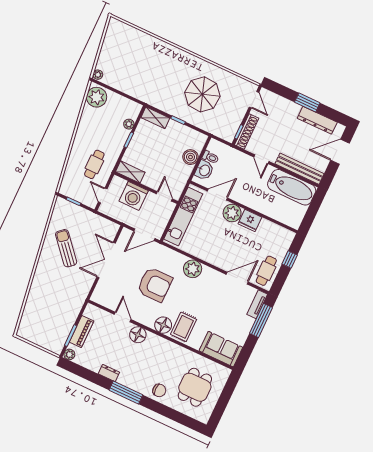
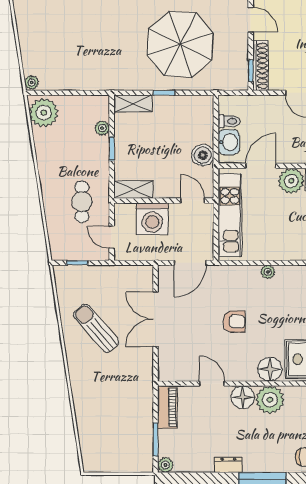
parasol: (202, 94) -> (180, 44), width x1.36, depth x1.36
boiler: (190, 157) -> (203, 155), moved
plant: (193, 269) -> (268, 272), width x0.53, depth x0.53
armchair: (155, 285) -> (234, 322), width x0.53, depth x0.53
piano: (82, 332) -> (167, 407), moved
plant: (154, 344) -> (270, 400), added

